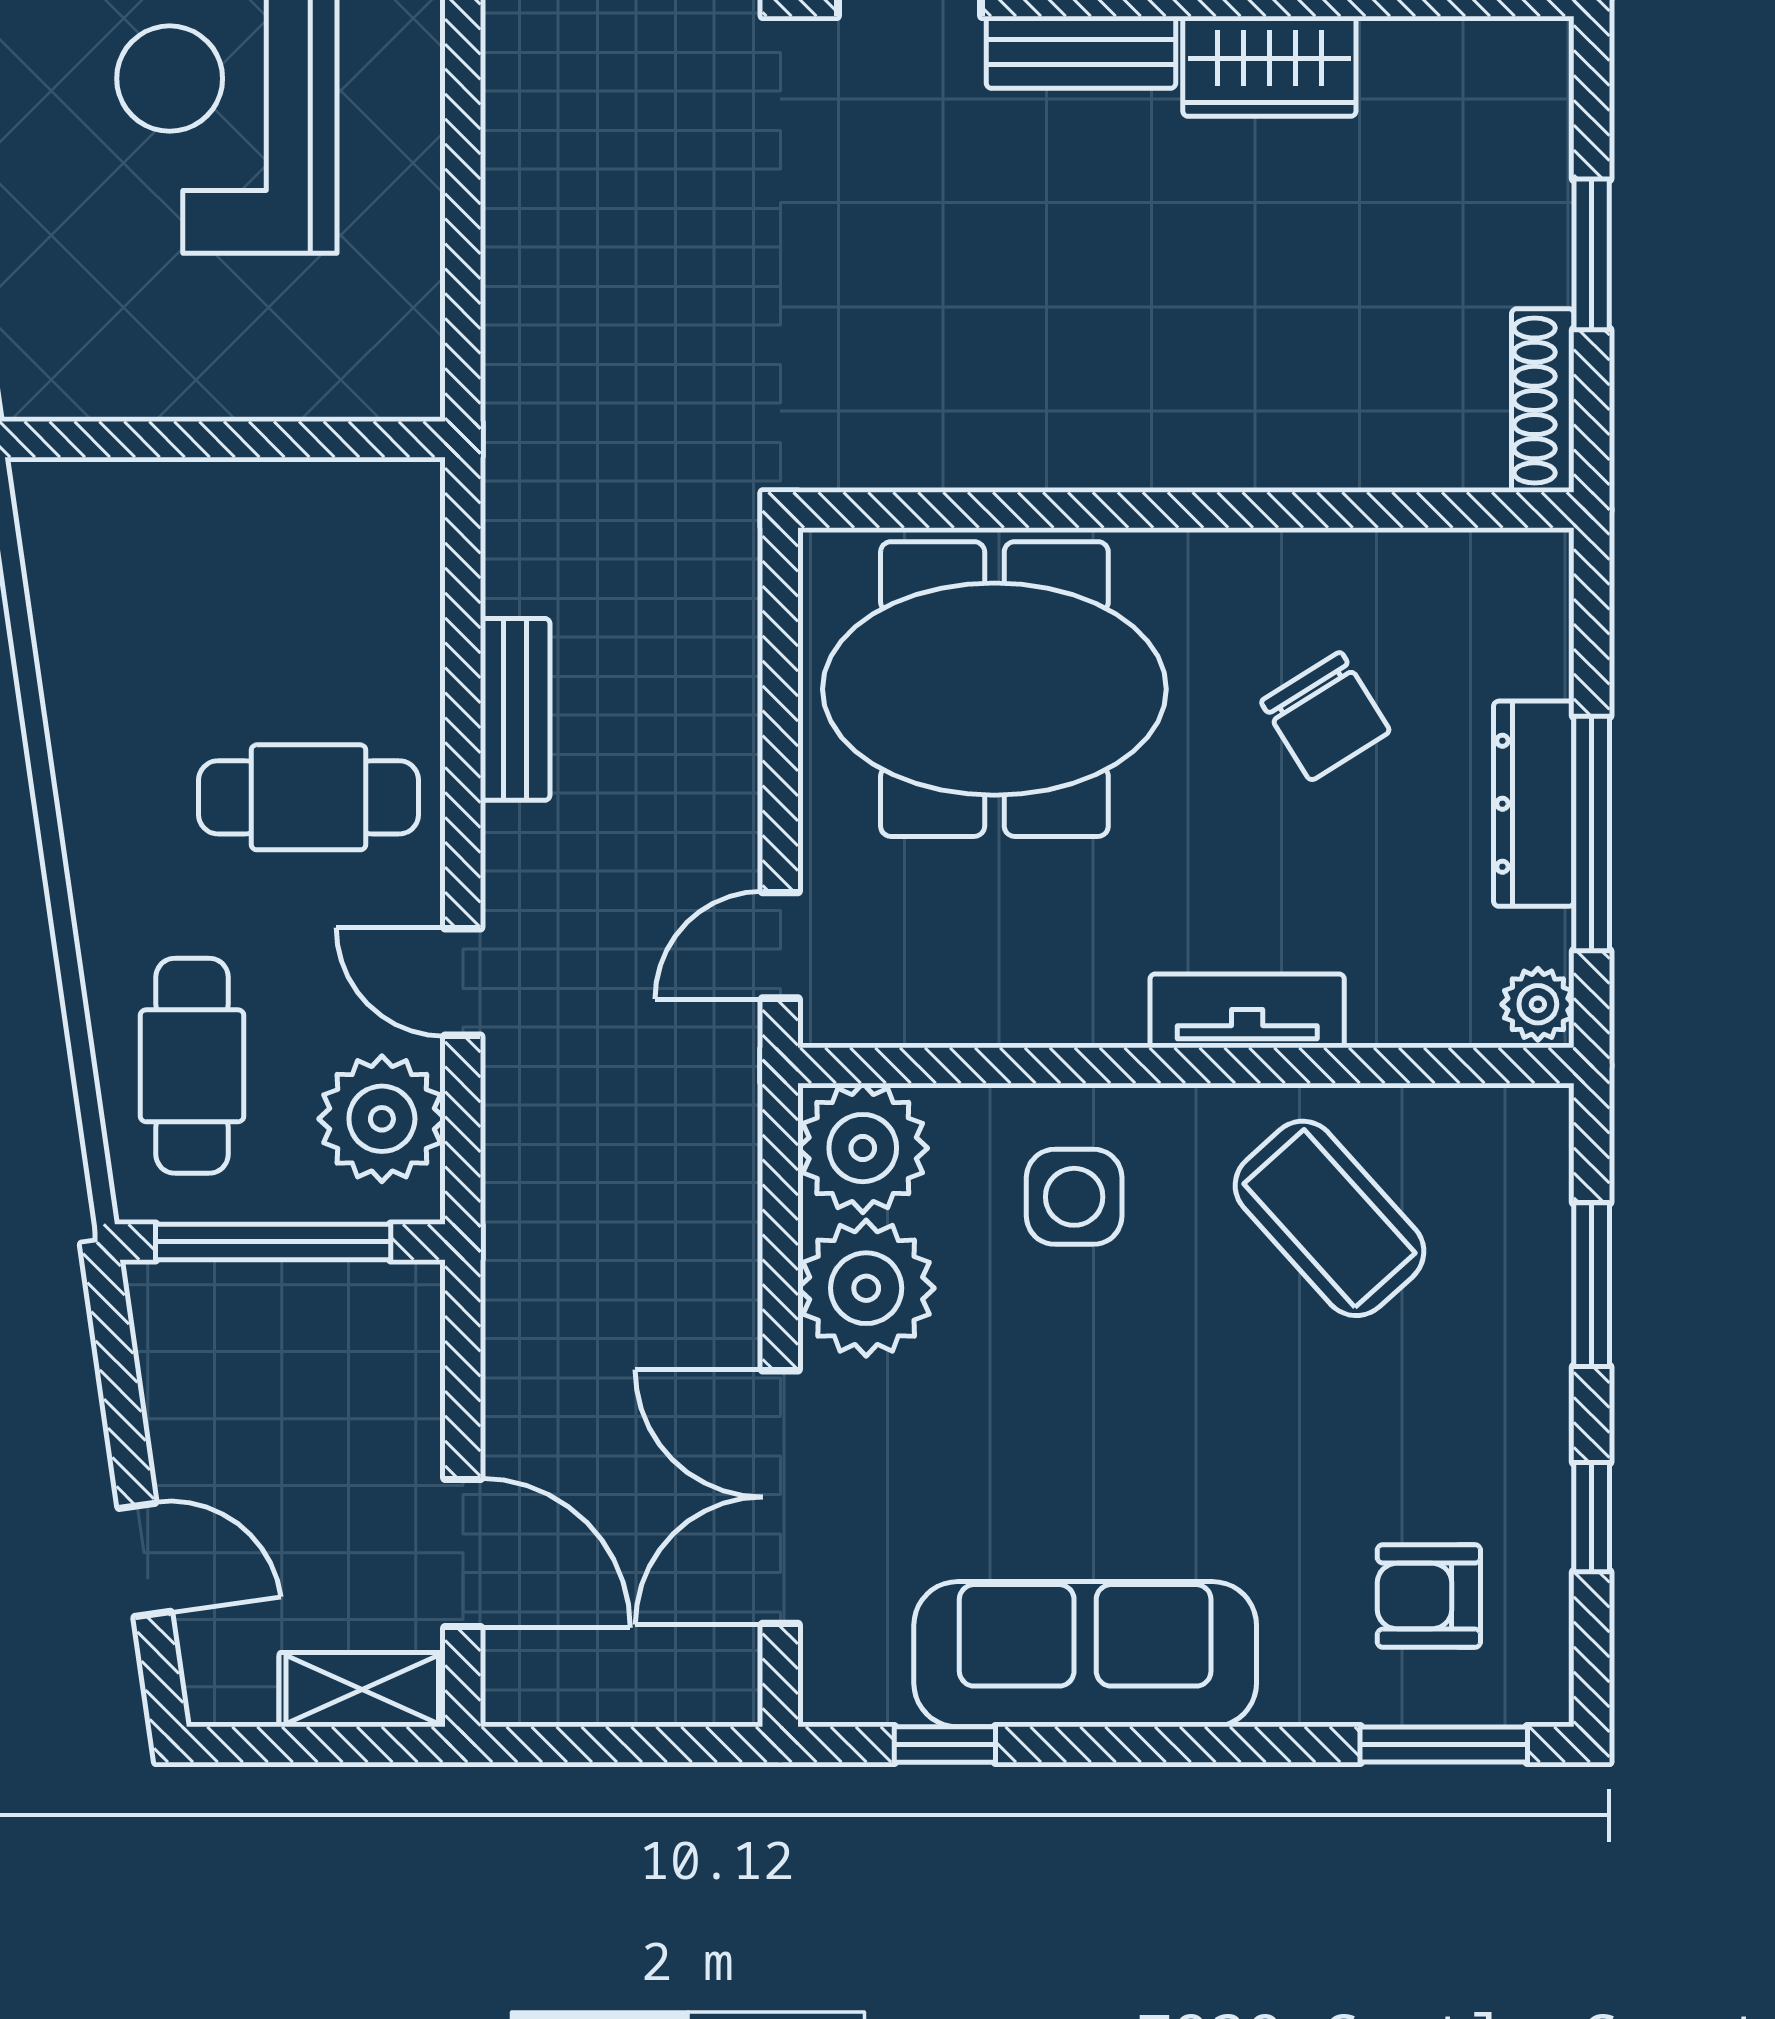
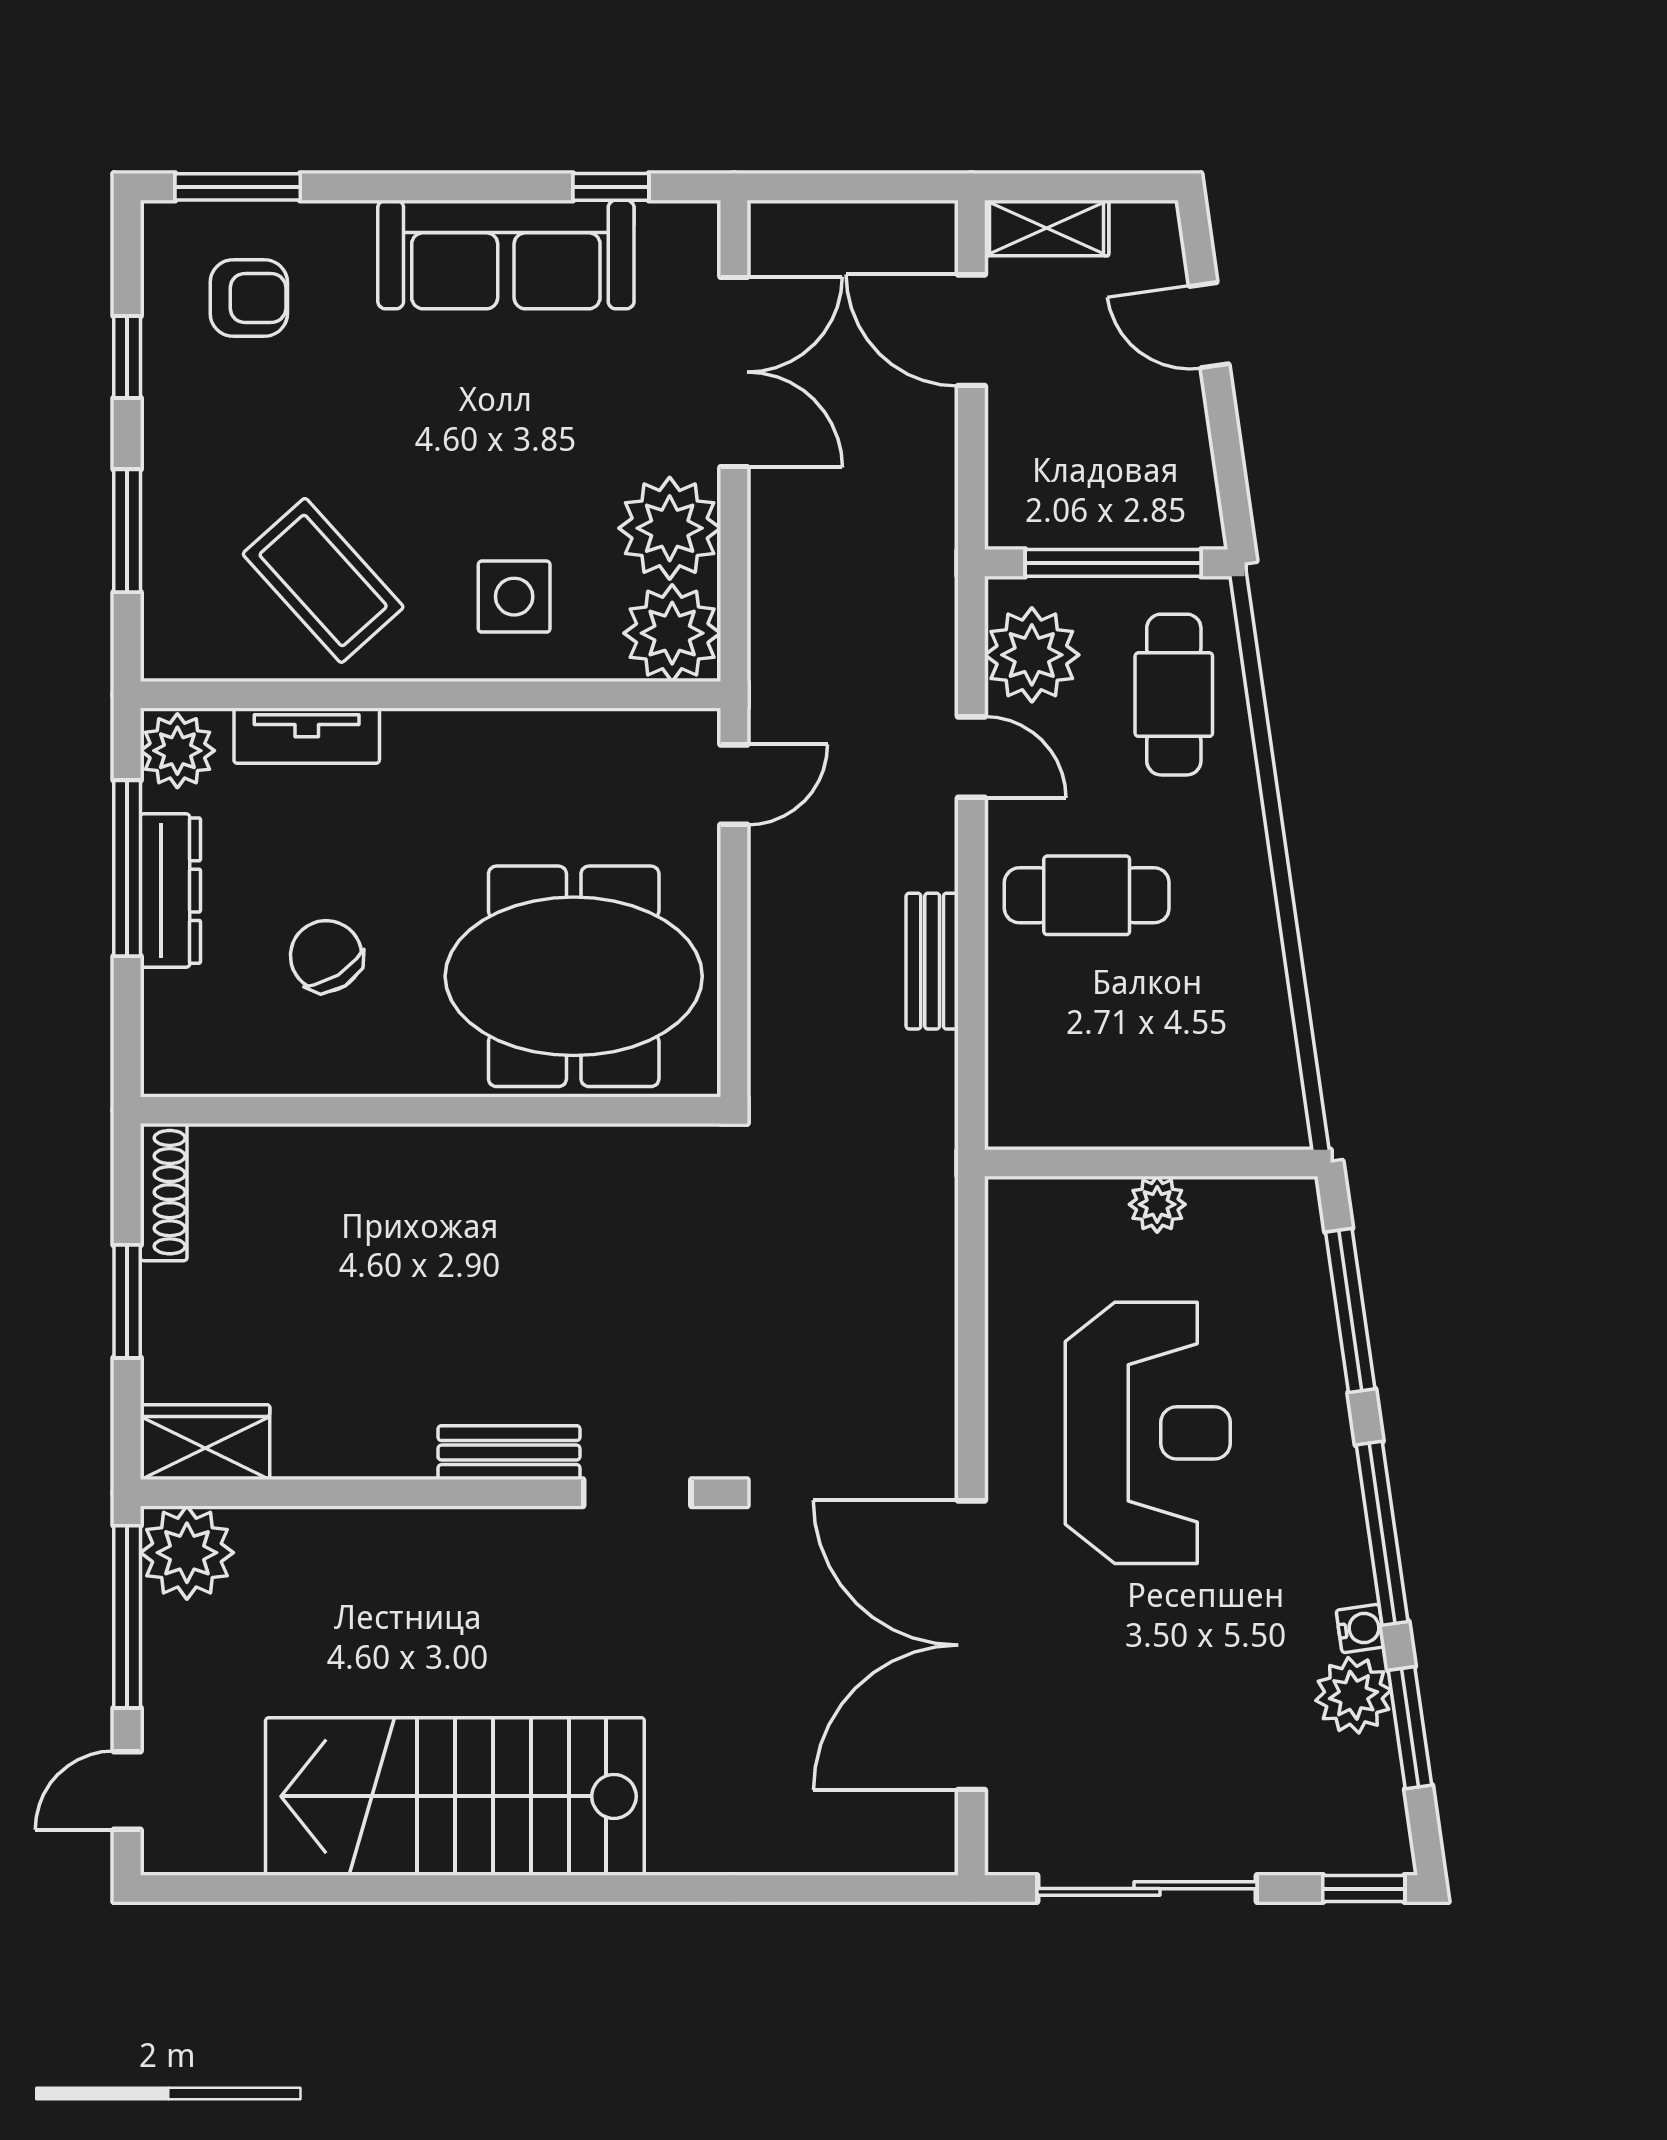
wardrobe: (1269, 66) -> (205, 1442), moved
plant: (214, 384) -> (1157, 1204), added
plant: (1538, 1004) -> (177, 751), width x1.38, depth x1.38
tv unit: (1247, 1011) -> (307, 736), moved

